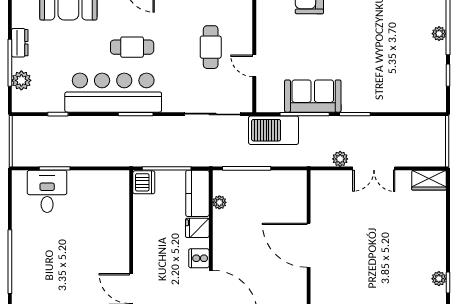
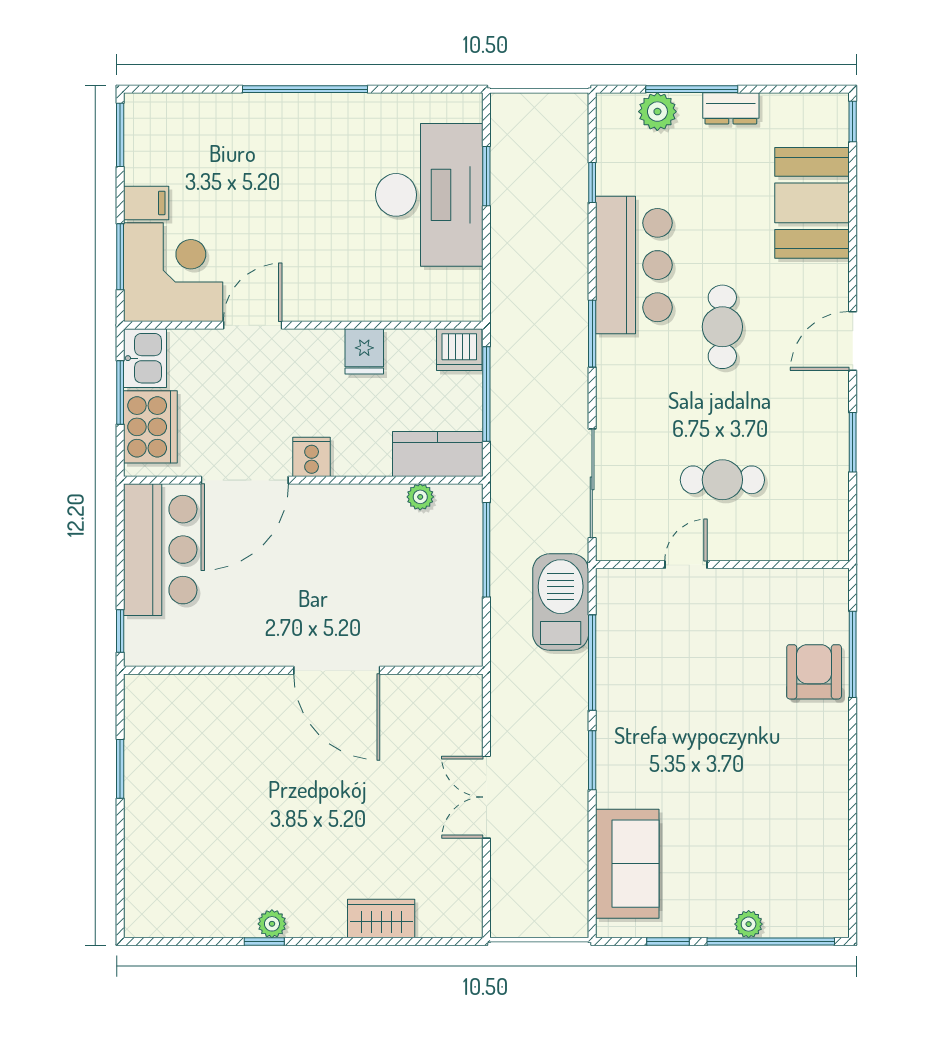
bar counter: (113, 93) -> (634, 265), width x0.73
sofa: (313, 96) -> (627, 864), moved
plant: (340, 159) -> (505, 732), removed
wardrobe: (429, 180) -> (381, 919), moved, turned 90
desk: (47, 191) -> (429, 195), width x1.87, depth x1.30
fridge: (197, 228) -> (364, 351), moved, turned 180
door: (309, 245) -> (337, 670), swing flipped

